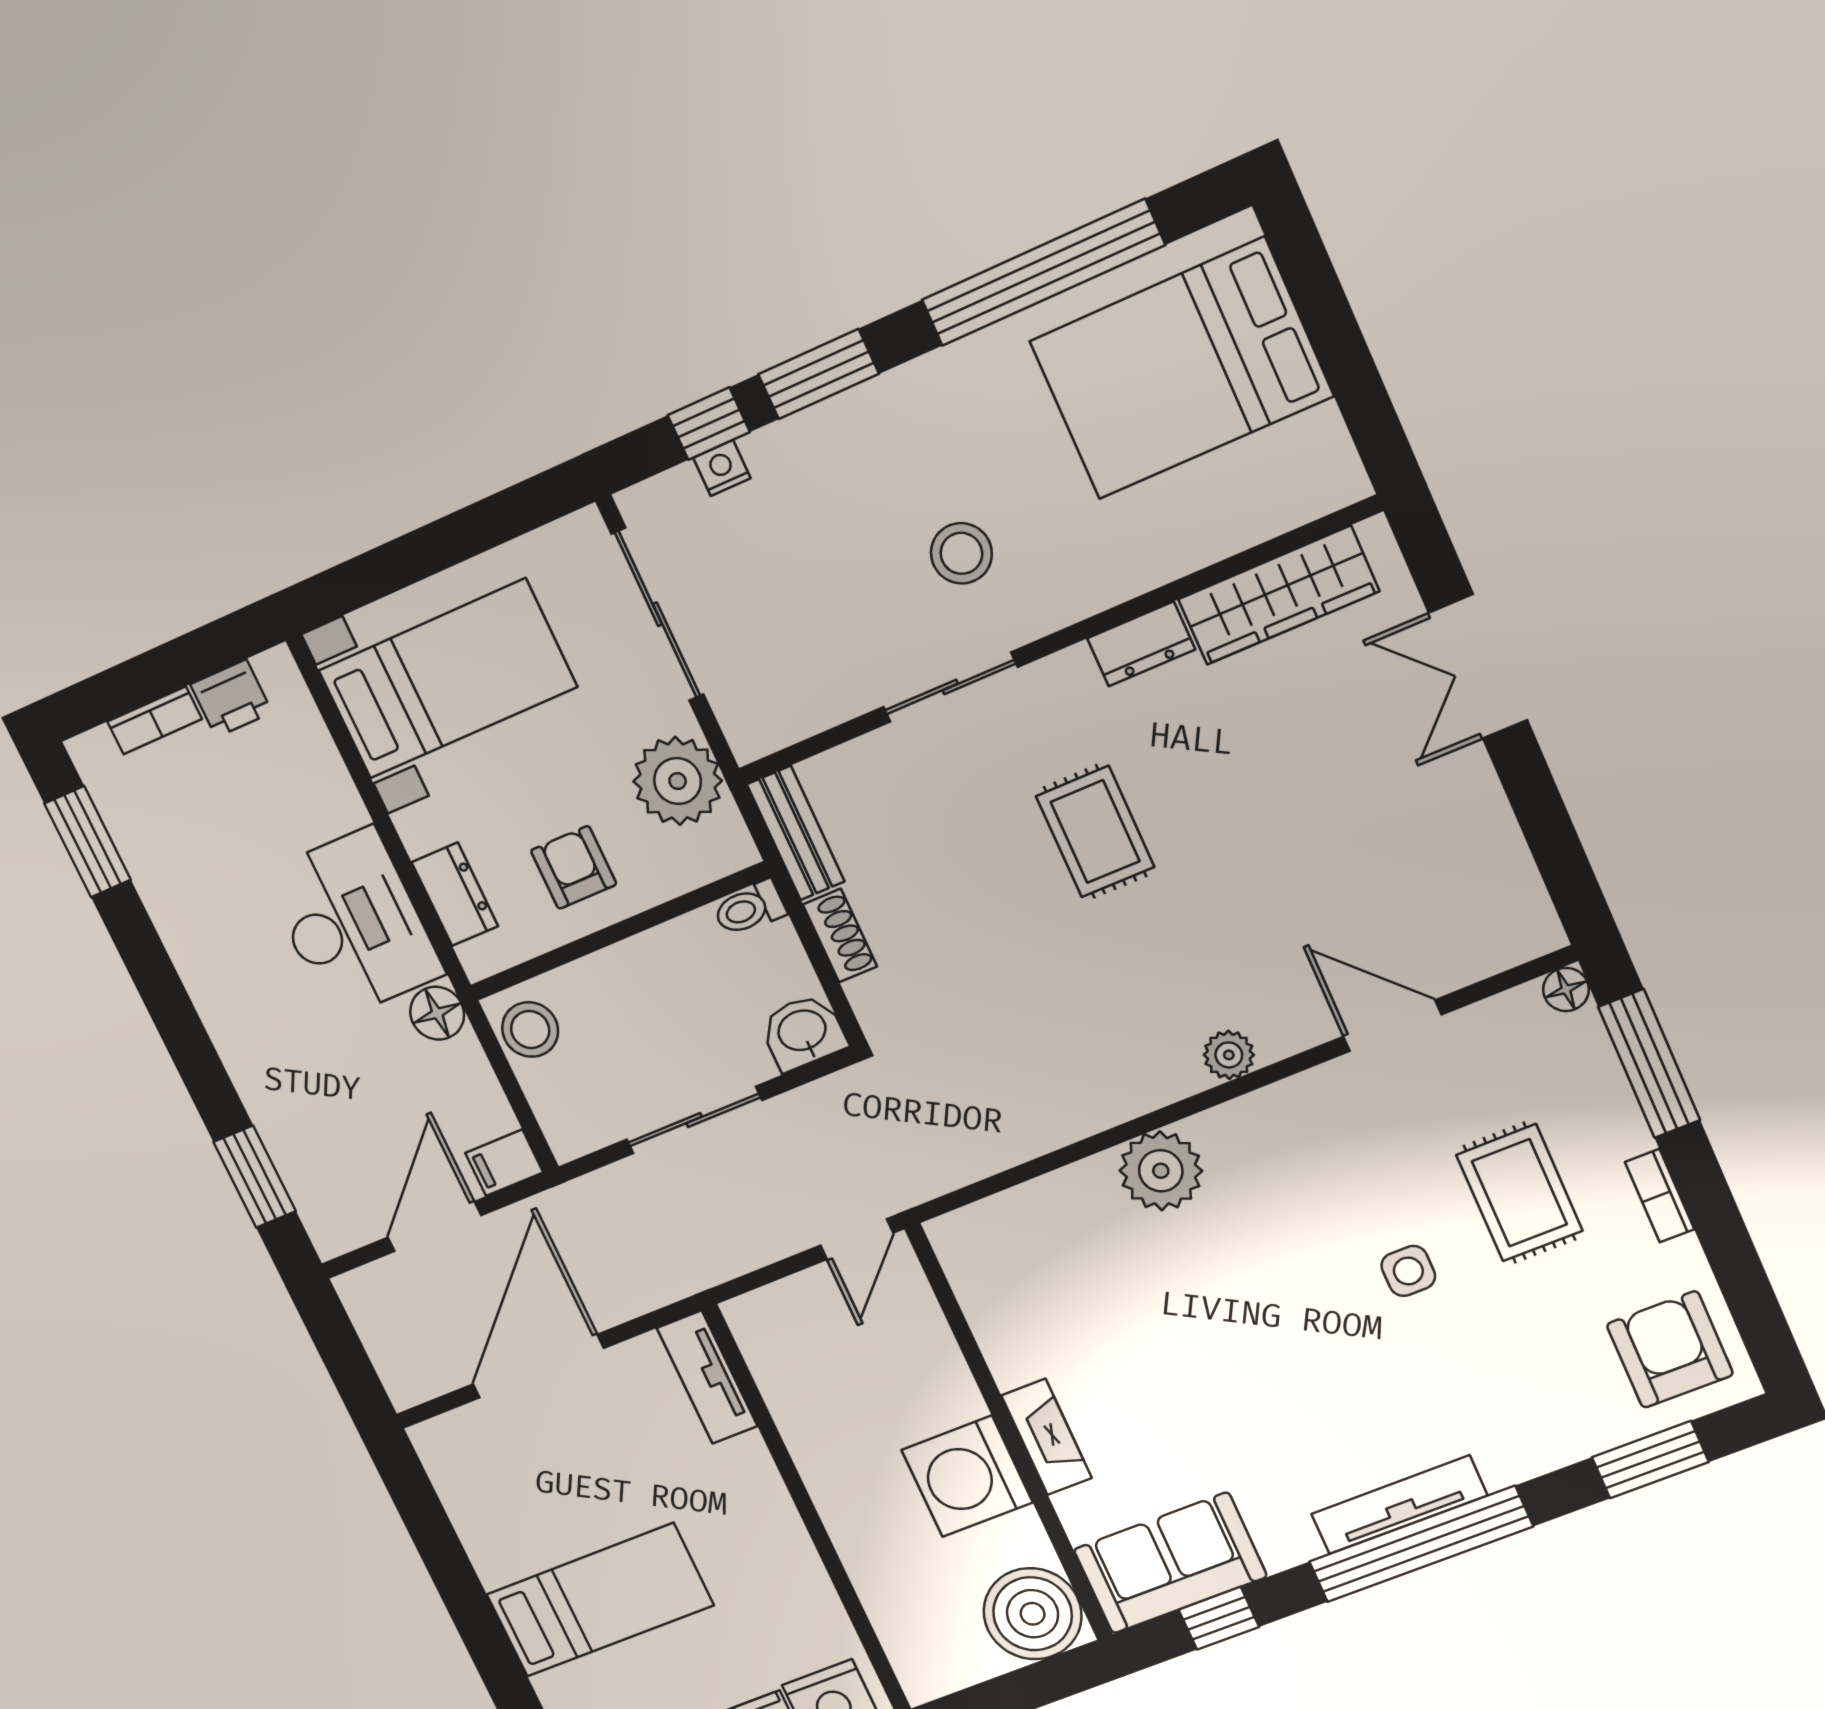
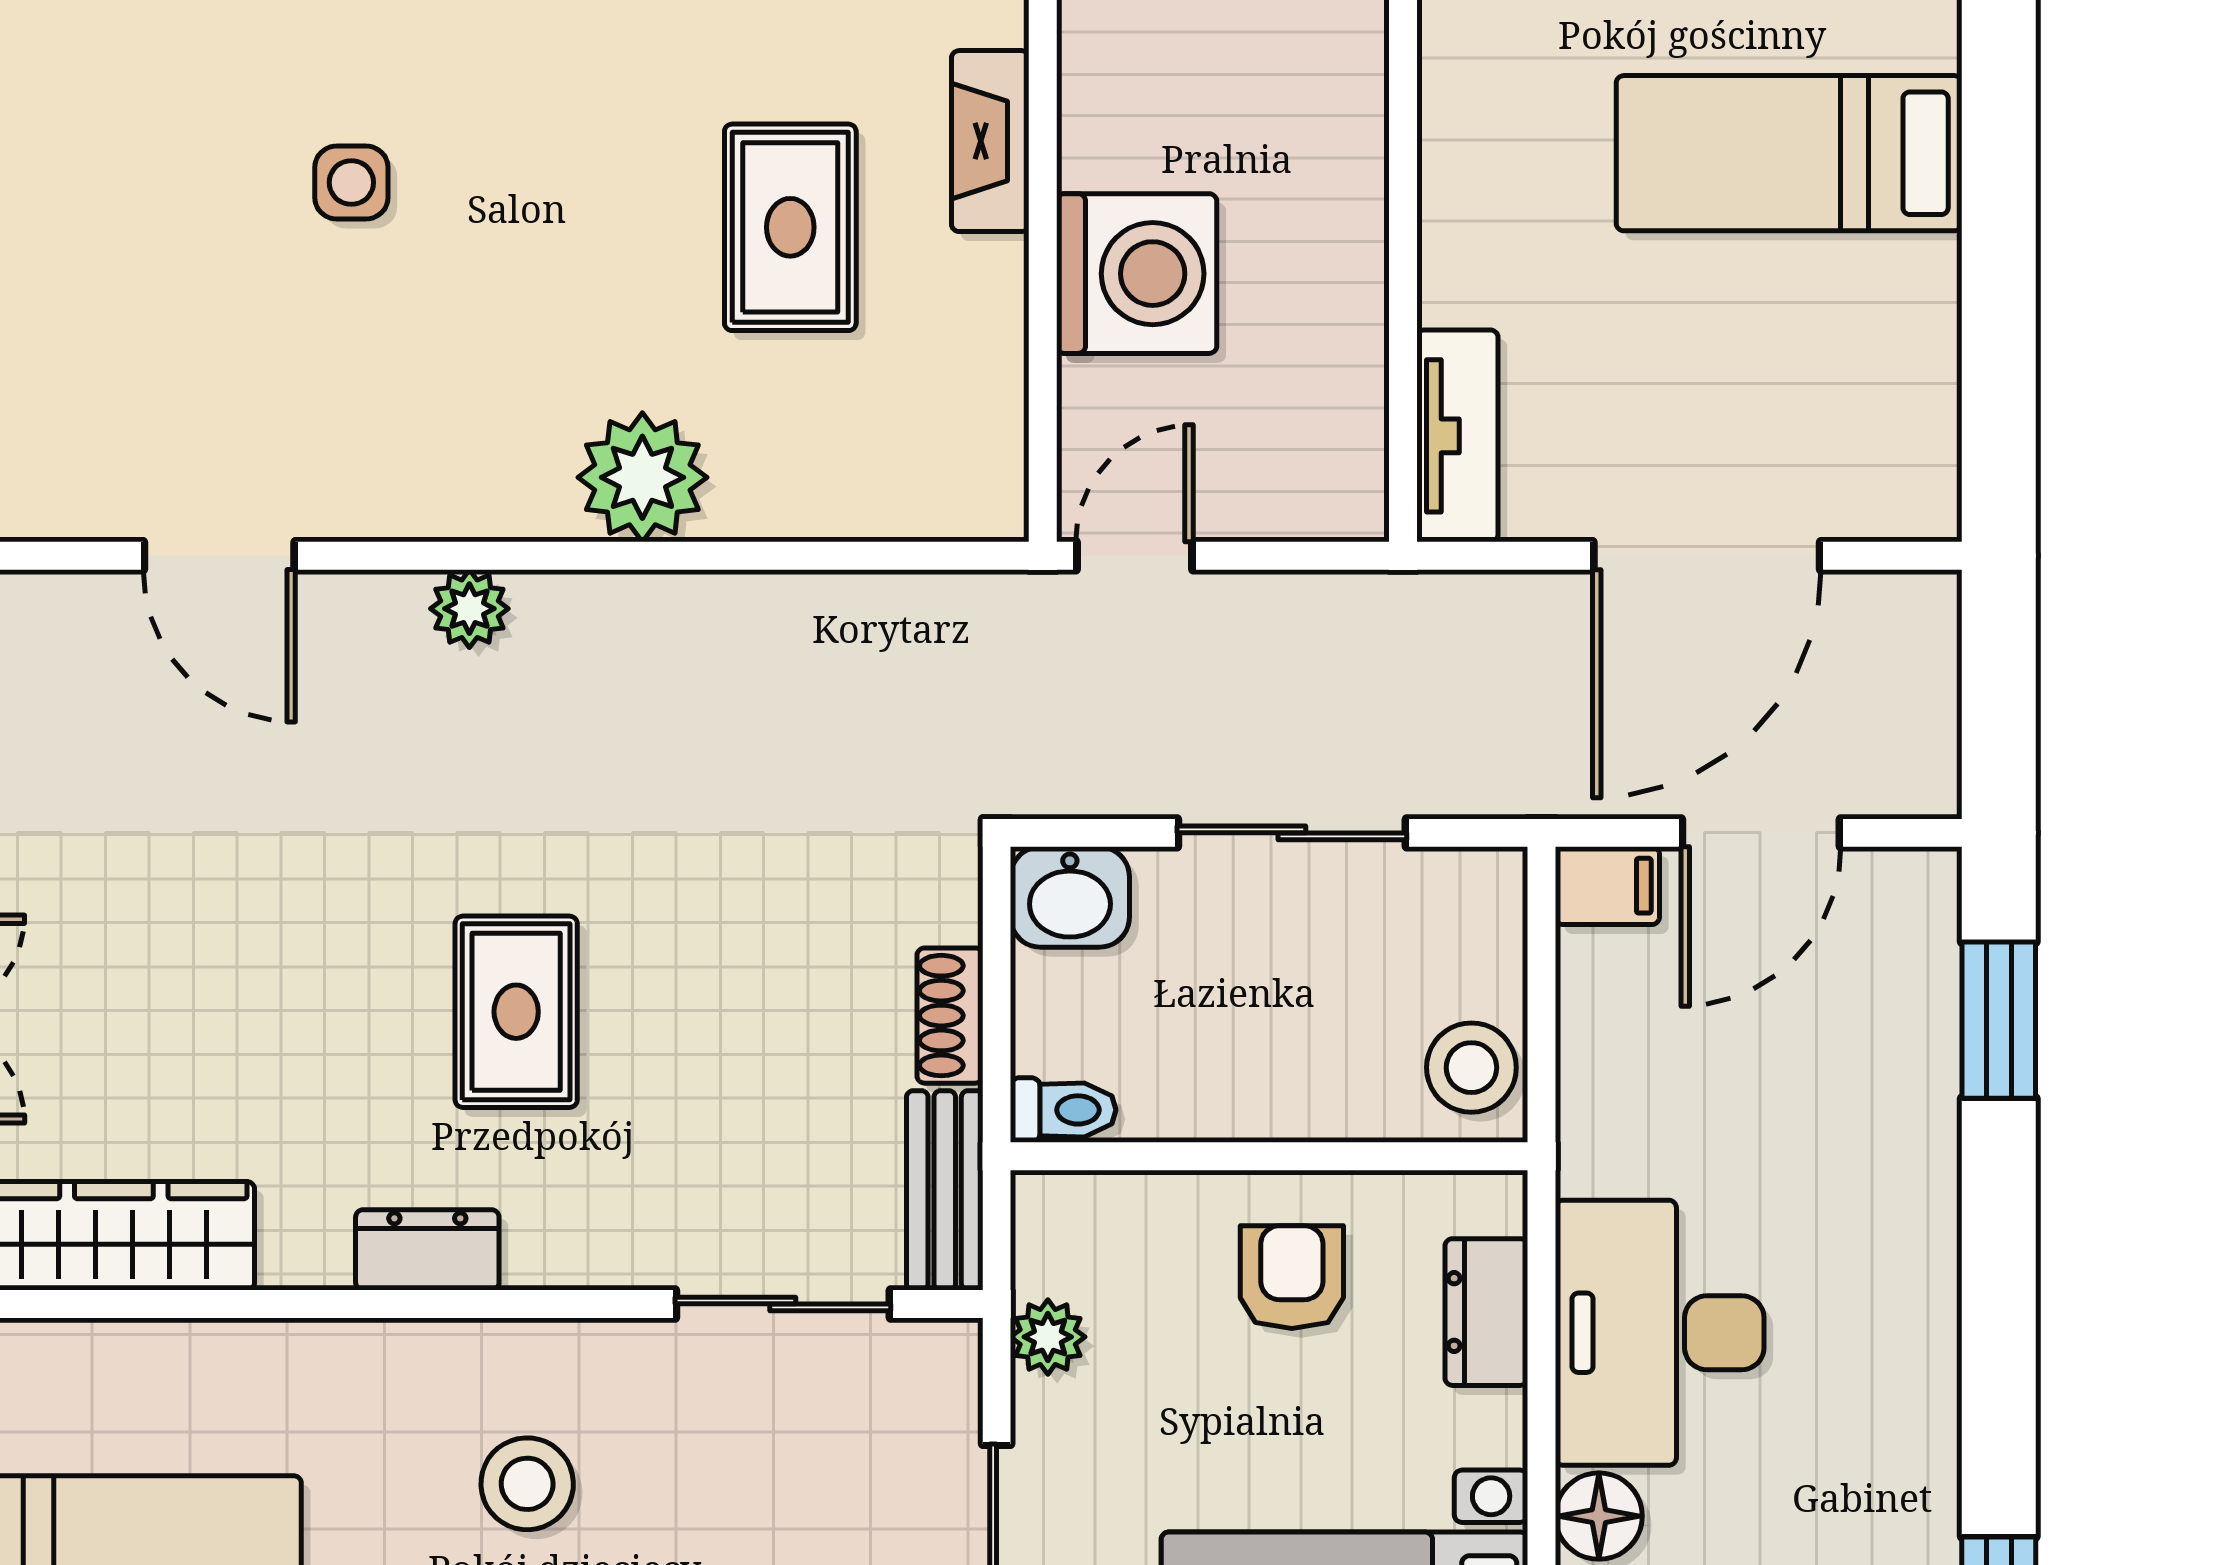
dresser: (1141, 644) -> (427, 1250), moved
sliding door: (950, 687) -> (783, 1304), moved
plant: (678, 781) -> (1048, 1337), width x0.53, depth x0.53
armchair: (574, 867) -> (1292, 1277), turned 180
floor lamp: (437, 1013) -> (1599, 1516), moved
rug: (1519, 1193) -> (790, 227), moved
washing machine: (967, 1476) -> (1137, 274), moved

